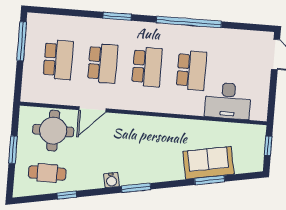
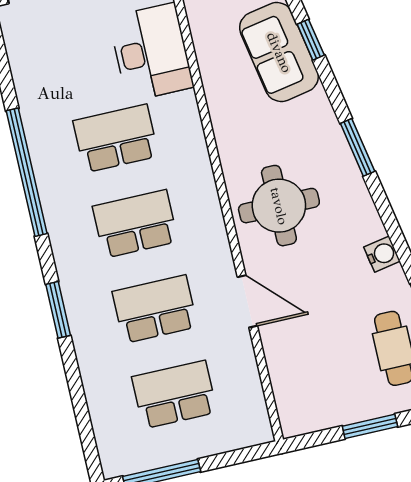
round table: (53, 131) -> (279, 206), moved
water cooler: (111, 180) -> (382, 254), moved
window: (210, 180) -> (311, 40), width x0.67
window: (136, 188) -> (358, 147), moved

